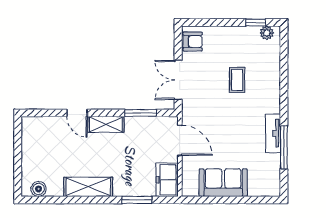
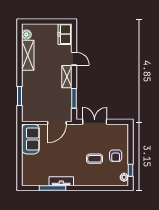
armchair: (193, 42) -> (116, 156), moved
door: (77, 113) -> (74, 59), swing flipped
freezer: (167, 180) -> (65, 34), moved, turned -90
sofa: (223, 183) -> (30, 139), moved
shelving: (88, 187) -> (28, 55), moved

